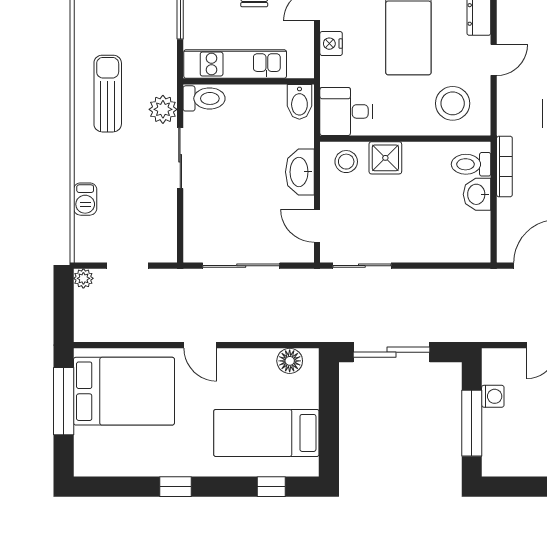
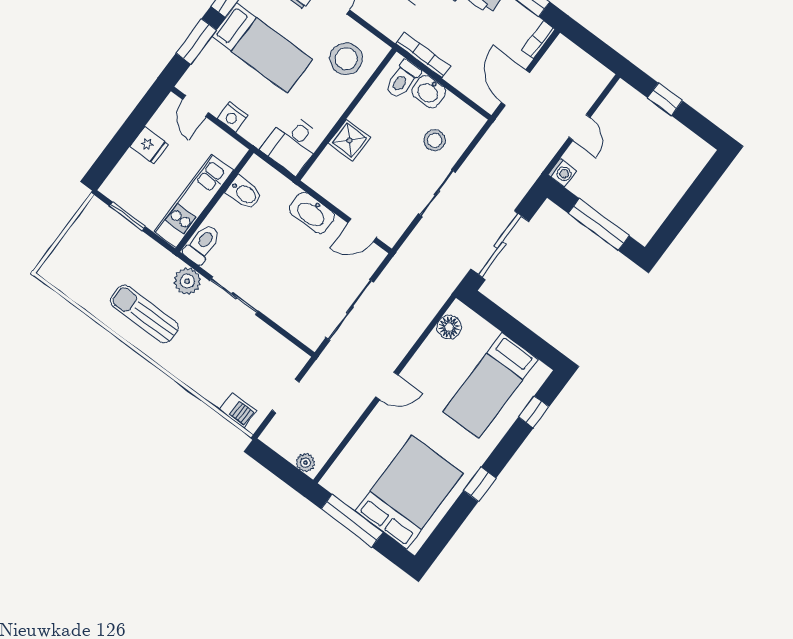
bidet: (299, 102) -> (244, 193), moved
stool: (346, 162) -> (435, 140), moved
barbecue: (85, 199) -> (238, 410), moved
sliding door: (362, 266) -> (437, 193), moved
plant: (83, 278) -> (305, 463), moved
bed: (124, 391) -> (409, 492), moved
washing machine: (493, 396) -> (562, 173), moved, turned 90

